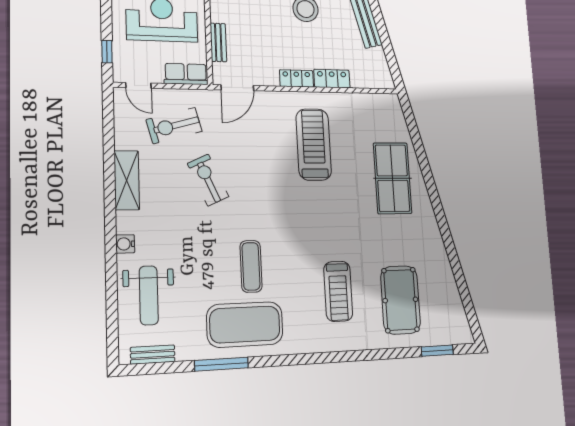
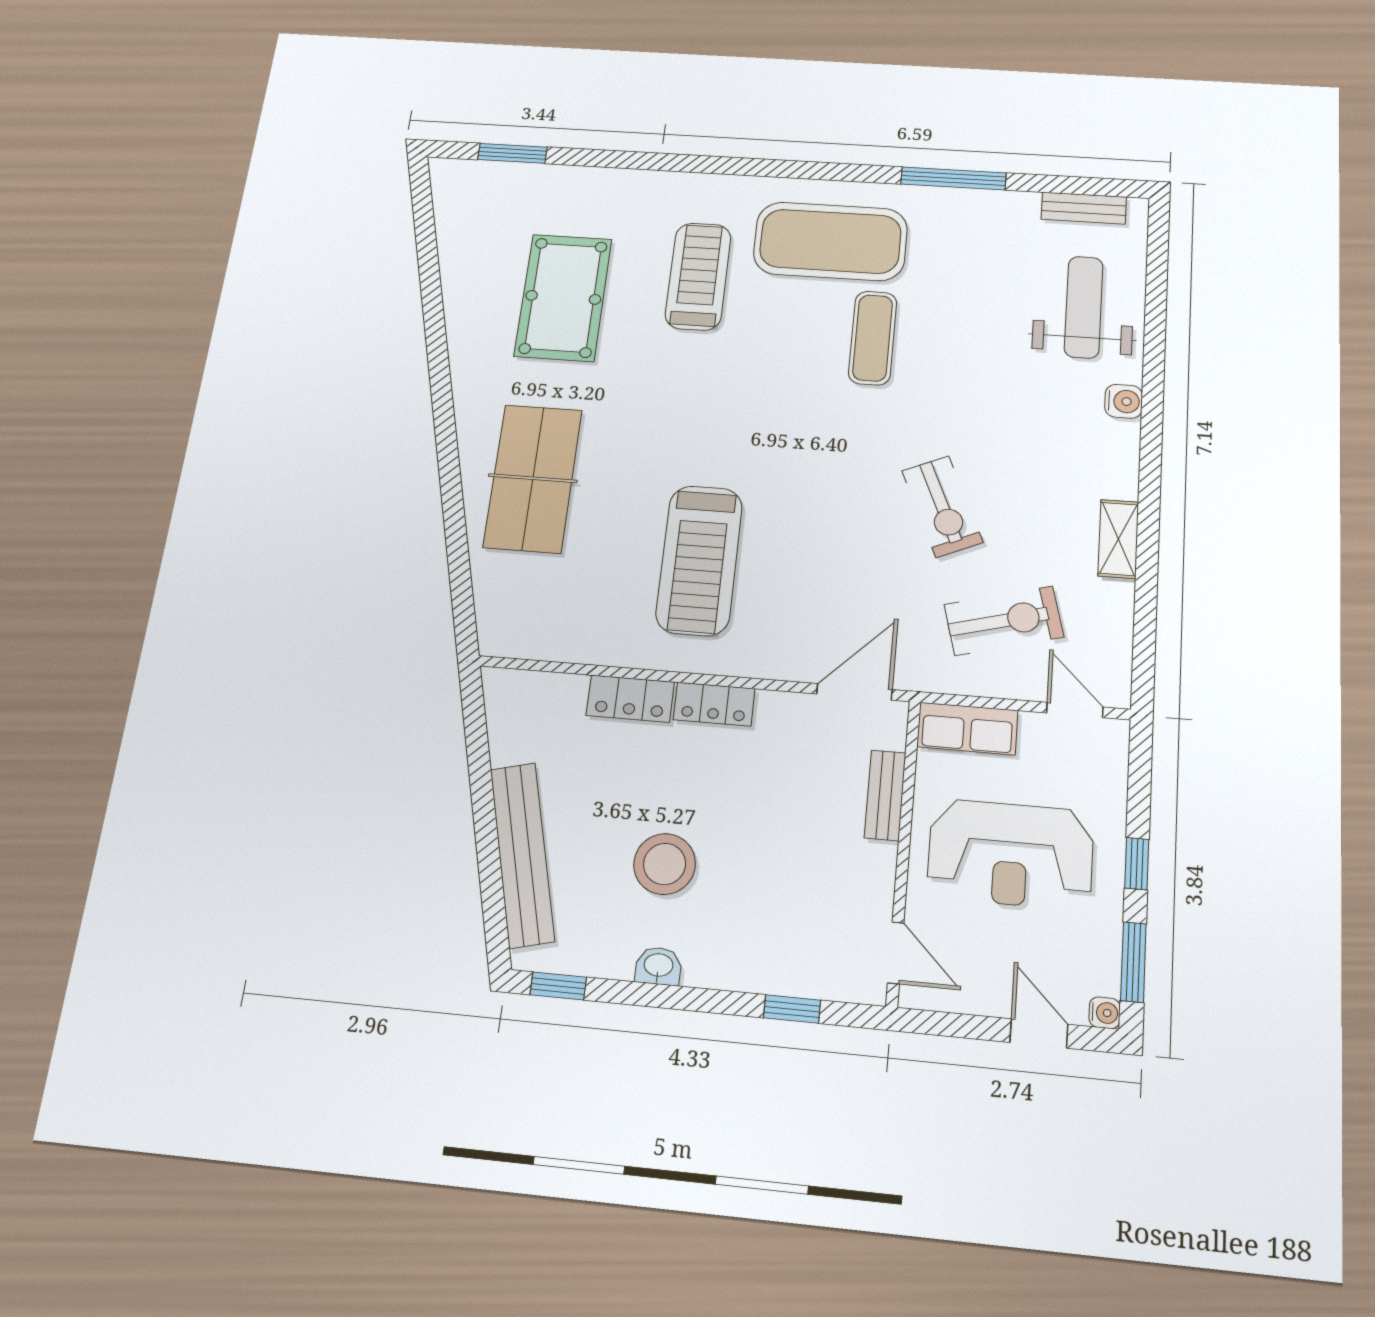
window: (107, 52) -> (1137, 864), moved
shelving: (127, 180) -> (1118, 539), width x0.67, depth x0.75
pool table: (400, 300) -> (563, 297), moved
exercise mat: (245, 324) -> (830, 241), moved

